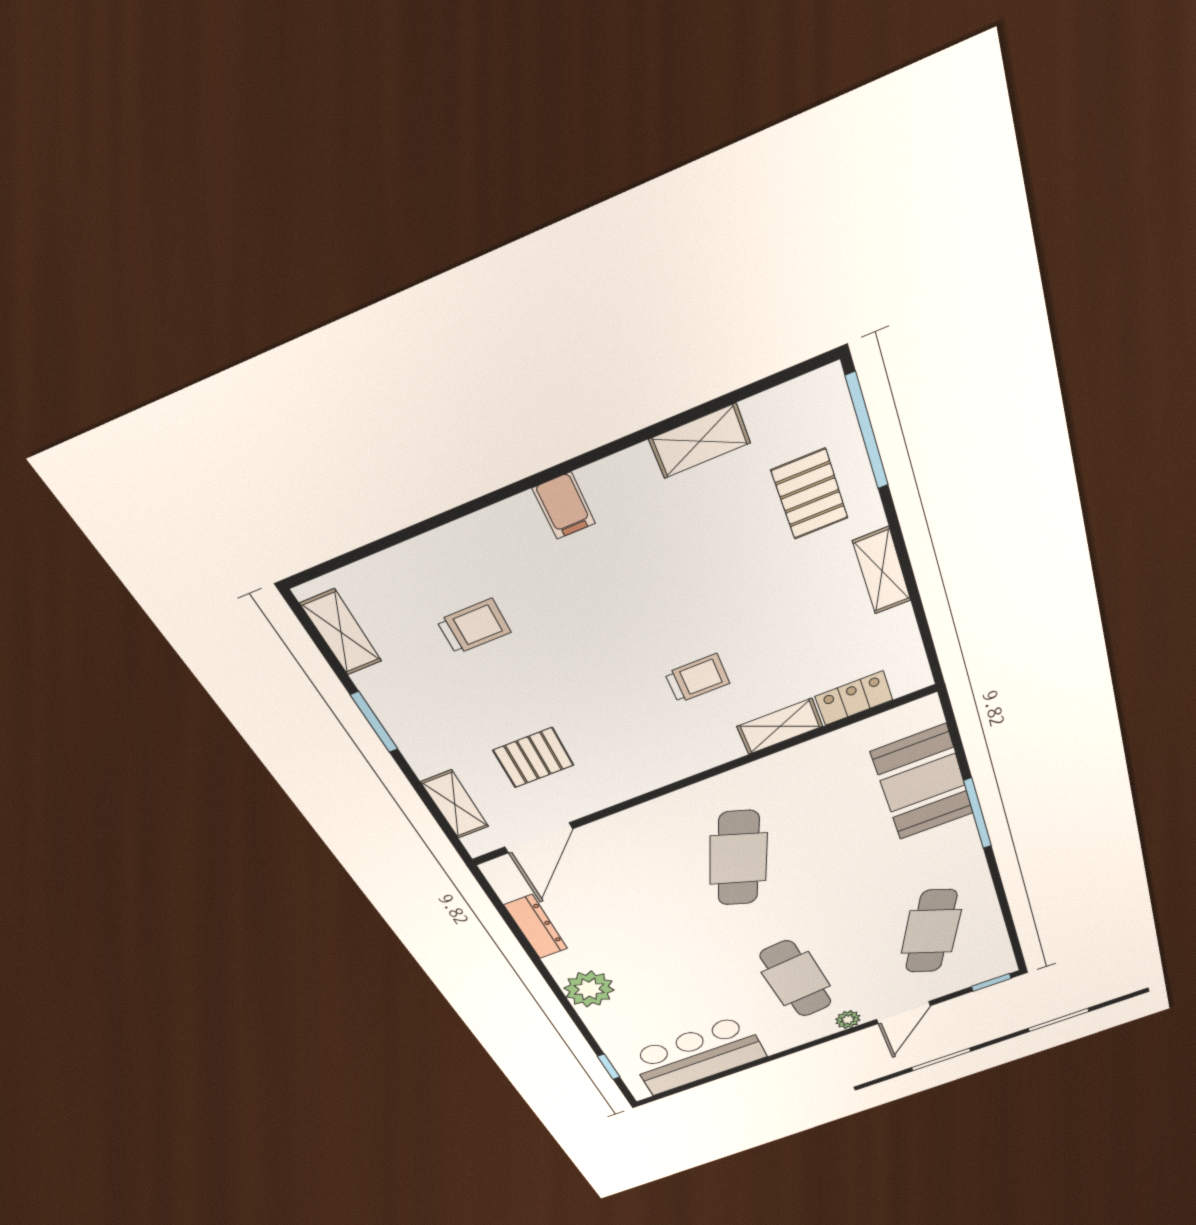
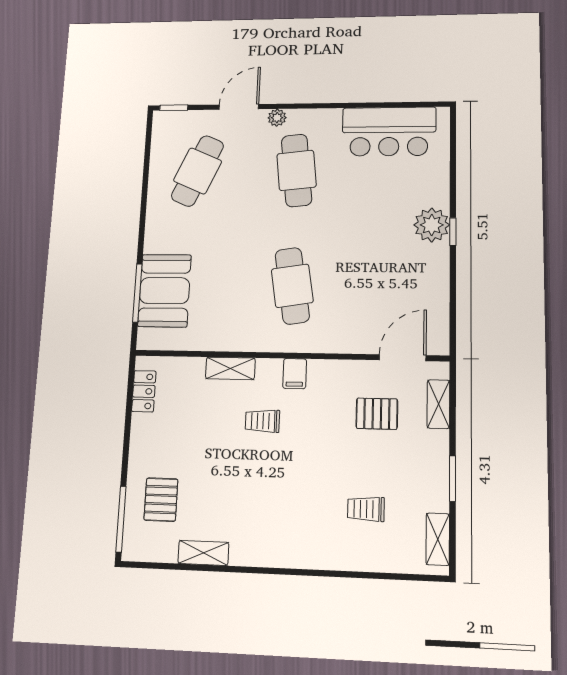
filing cabinet: (564, 506) -> (295, 374), moved, turned 180
shelving: (882, 571) -> (140, 439), removed
locker: (854, 698) -> (144, 391), moved, turned -90
window: (978, 814) -> (137, 293), moved
cafe table: (738, 859) -> (292, 286), turned -30
dresser: (536, 927) -> (439, 292), removed
window: (609, 1067) -> (453, 232), moved

